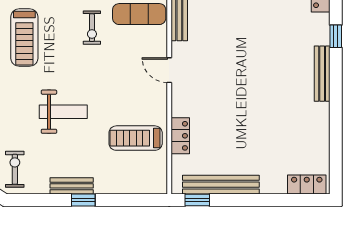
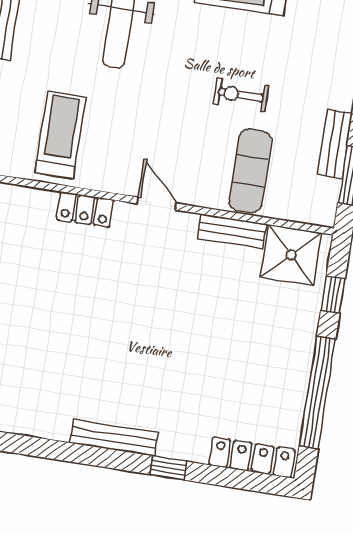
door: (169, 70) -> (157, 203), hinge flipped
locker: (180, 136) -> (85, 210), moved

